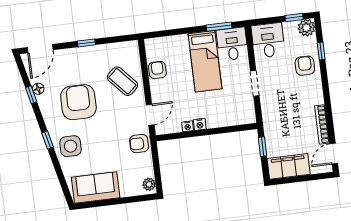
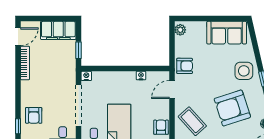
armchair: (157, 70) -> (161, 127), turned 180
doorway: (255, 83) -> (79, 105), width x1.87
armchair: (78, 102) -> (232, 108), turned 72
nightstand: (200, 124) -> (86, 76), moved

